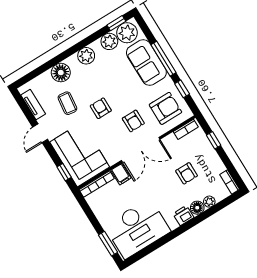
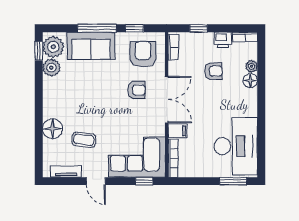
plant: (86, 56) -> (51, 96), removed
armchair: (101, 108) -> (107, 112), removed
printer: (183, 216) -> (223, 40), moved, turned -90

